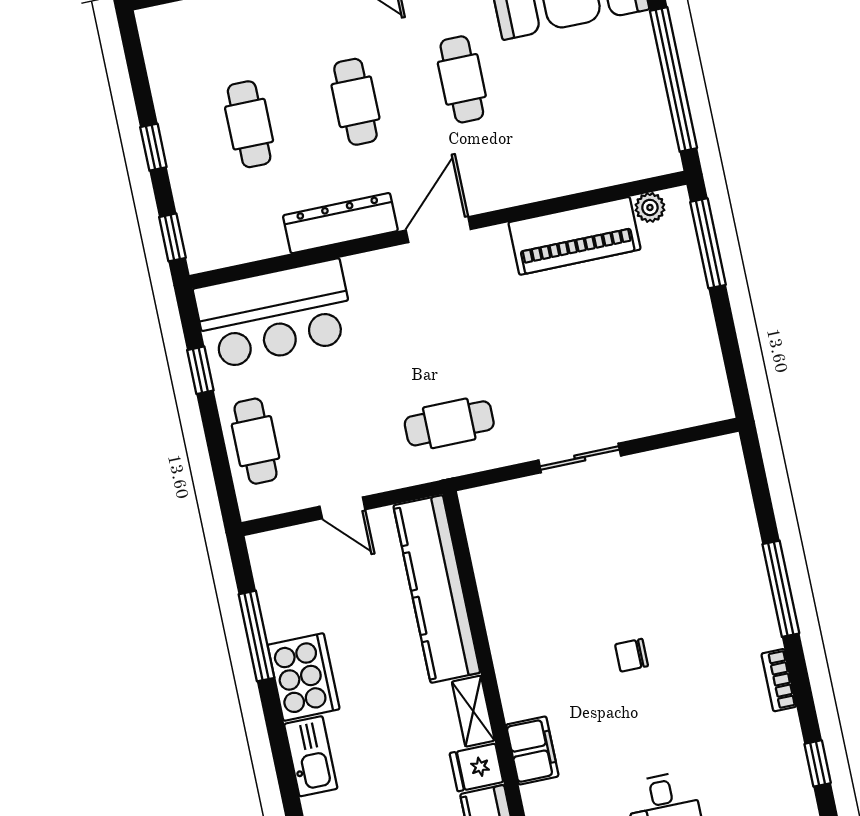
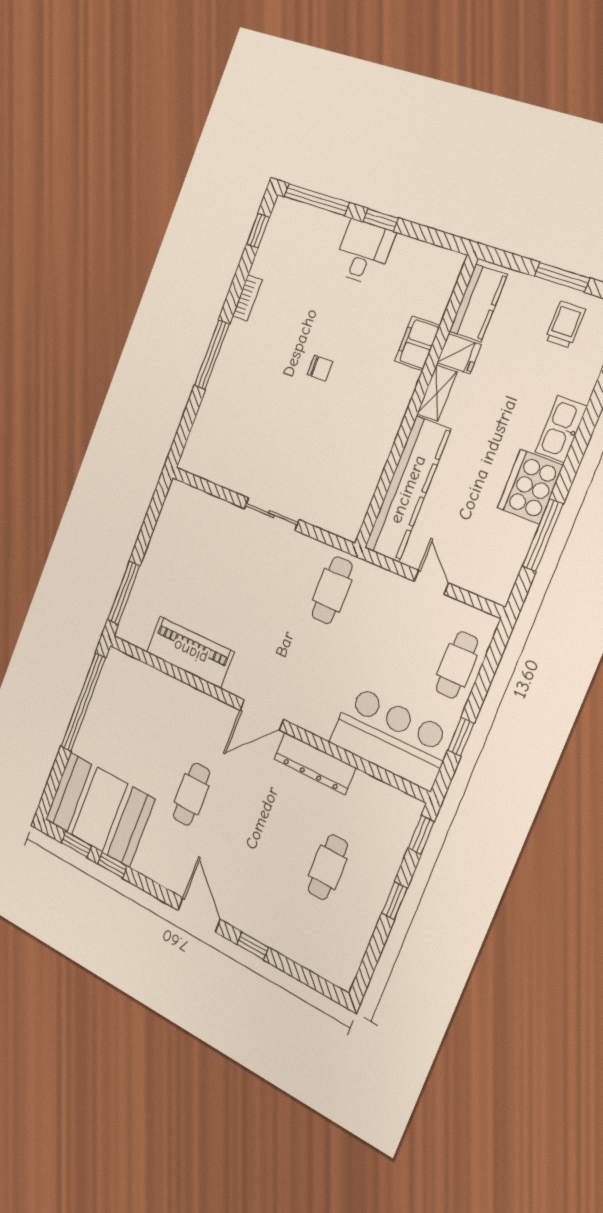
cafe table: (355, 102) -> (258, 830), removed
plant: (650, 207) -> (140, 638), removed
cafe table: (449, 423) -> (332, 590), turned 90

